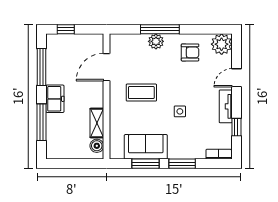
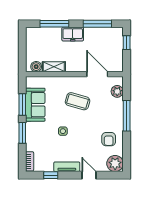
plant: (156, 41) -> (117, 91), moved
coffee table: (141, 93) -> (78, 101), turned -74

